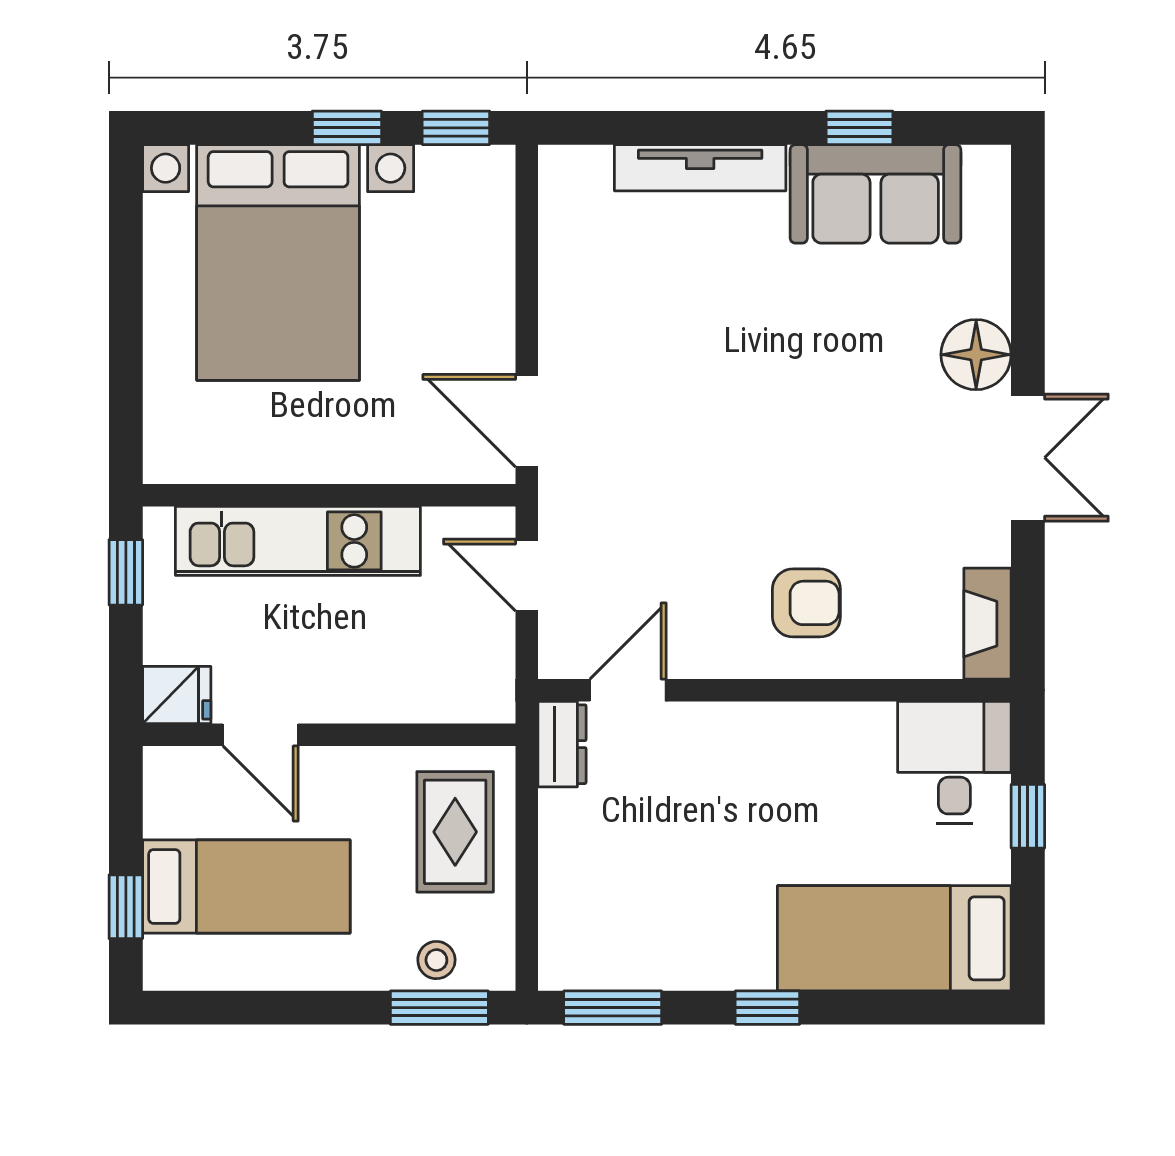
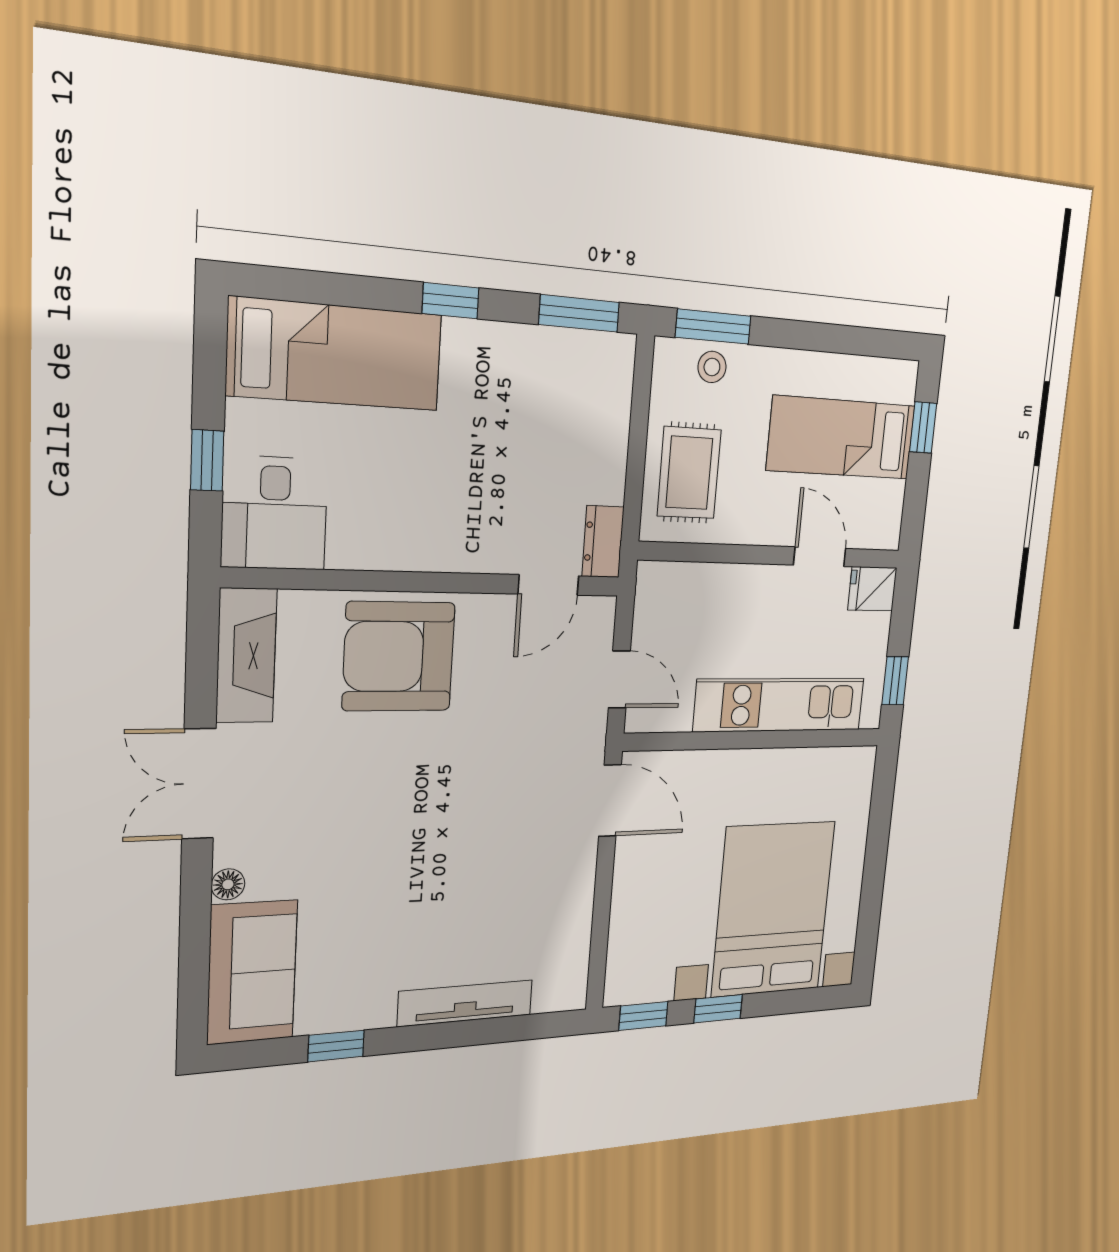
sofa: (876, 194) -> (252, 972), moved, turned 90
floor lamp: (976, 355) -> (228, 884), width x0.53, depth x0.53
armchair: (806, 603) -> (399, 656), width x1.88, depth x1.88
fireplace: (987, 624) -> (246, 656), width x1.37, depth x1.32

